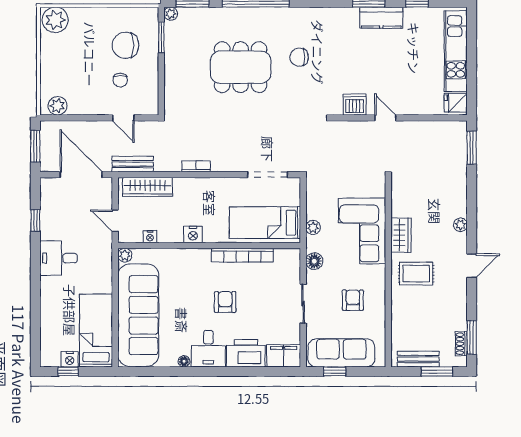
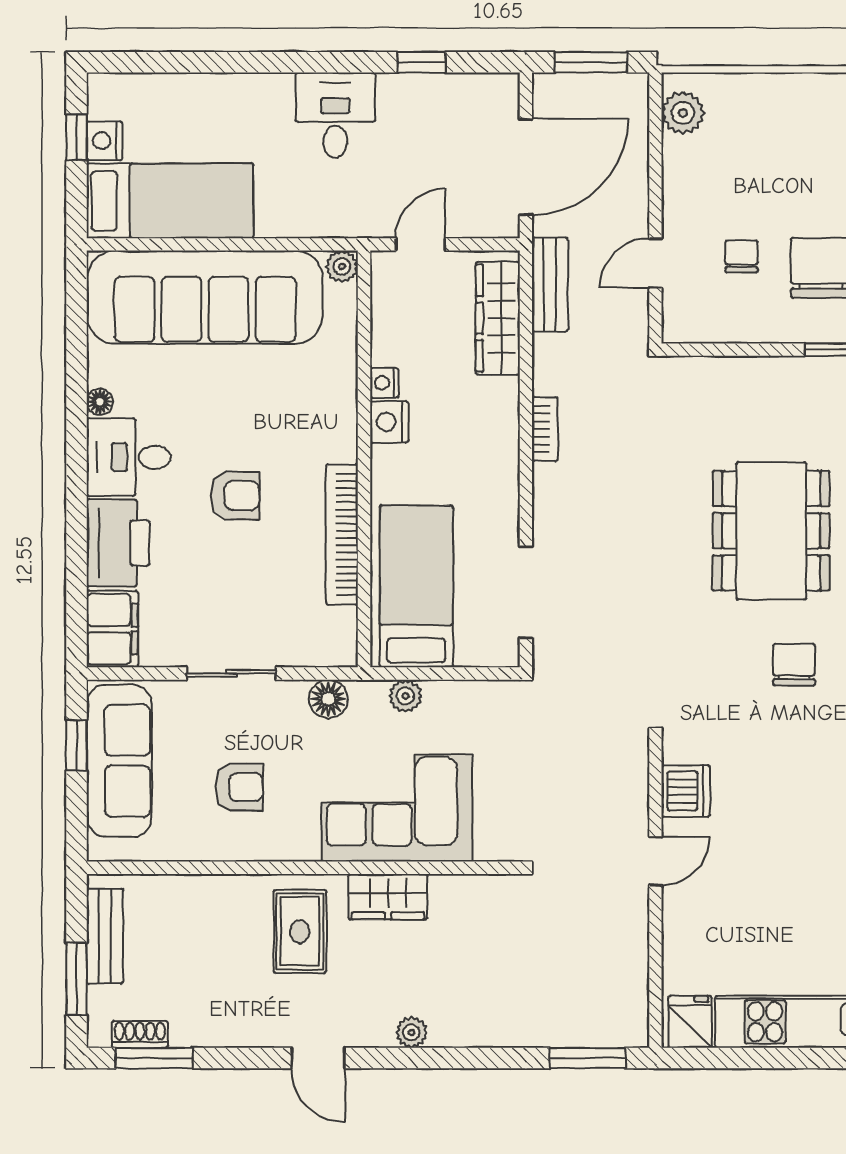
chair: (120, 80) -> (742, 256), turned 90
nightstand: (150, 237) -> (384, 383), moved

